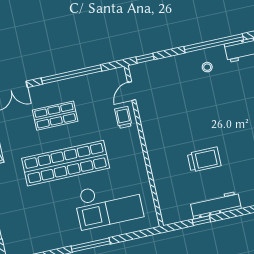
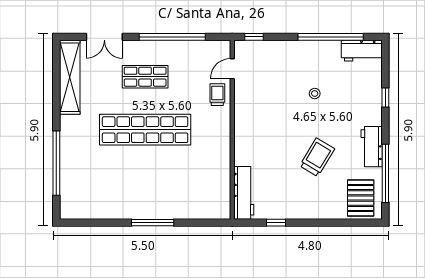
stool: (207, 67) -> (315, 94), moved
trolley: (204, 160) -> (317, 157), moved, turned -59
checkout: (109, 204) -> (181, 183), removed
workbench: (216, 205) -> (244, 193), moved, turned 90

